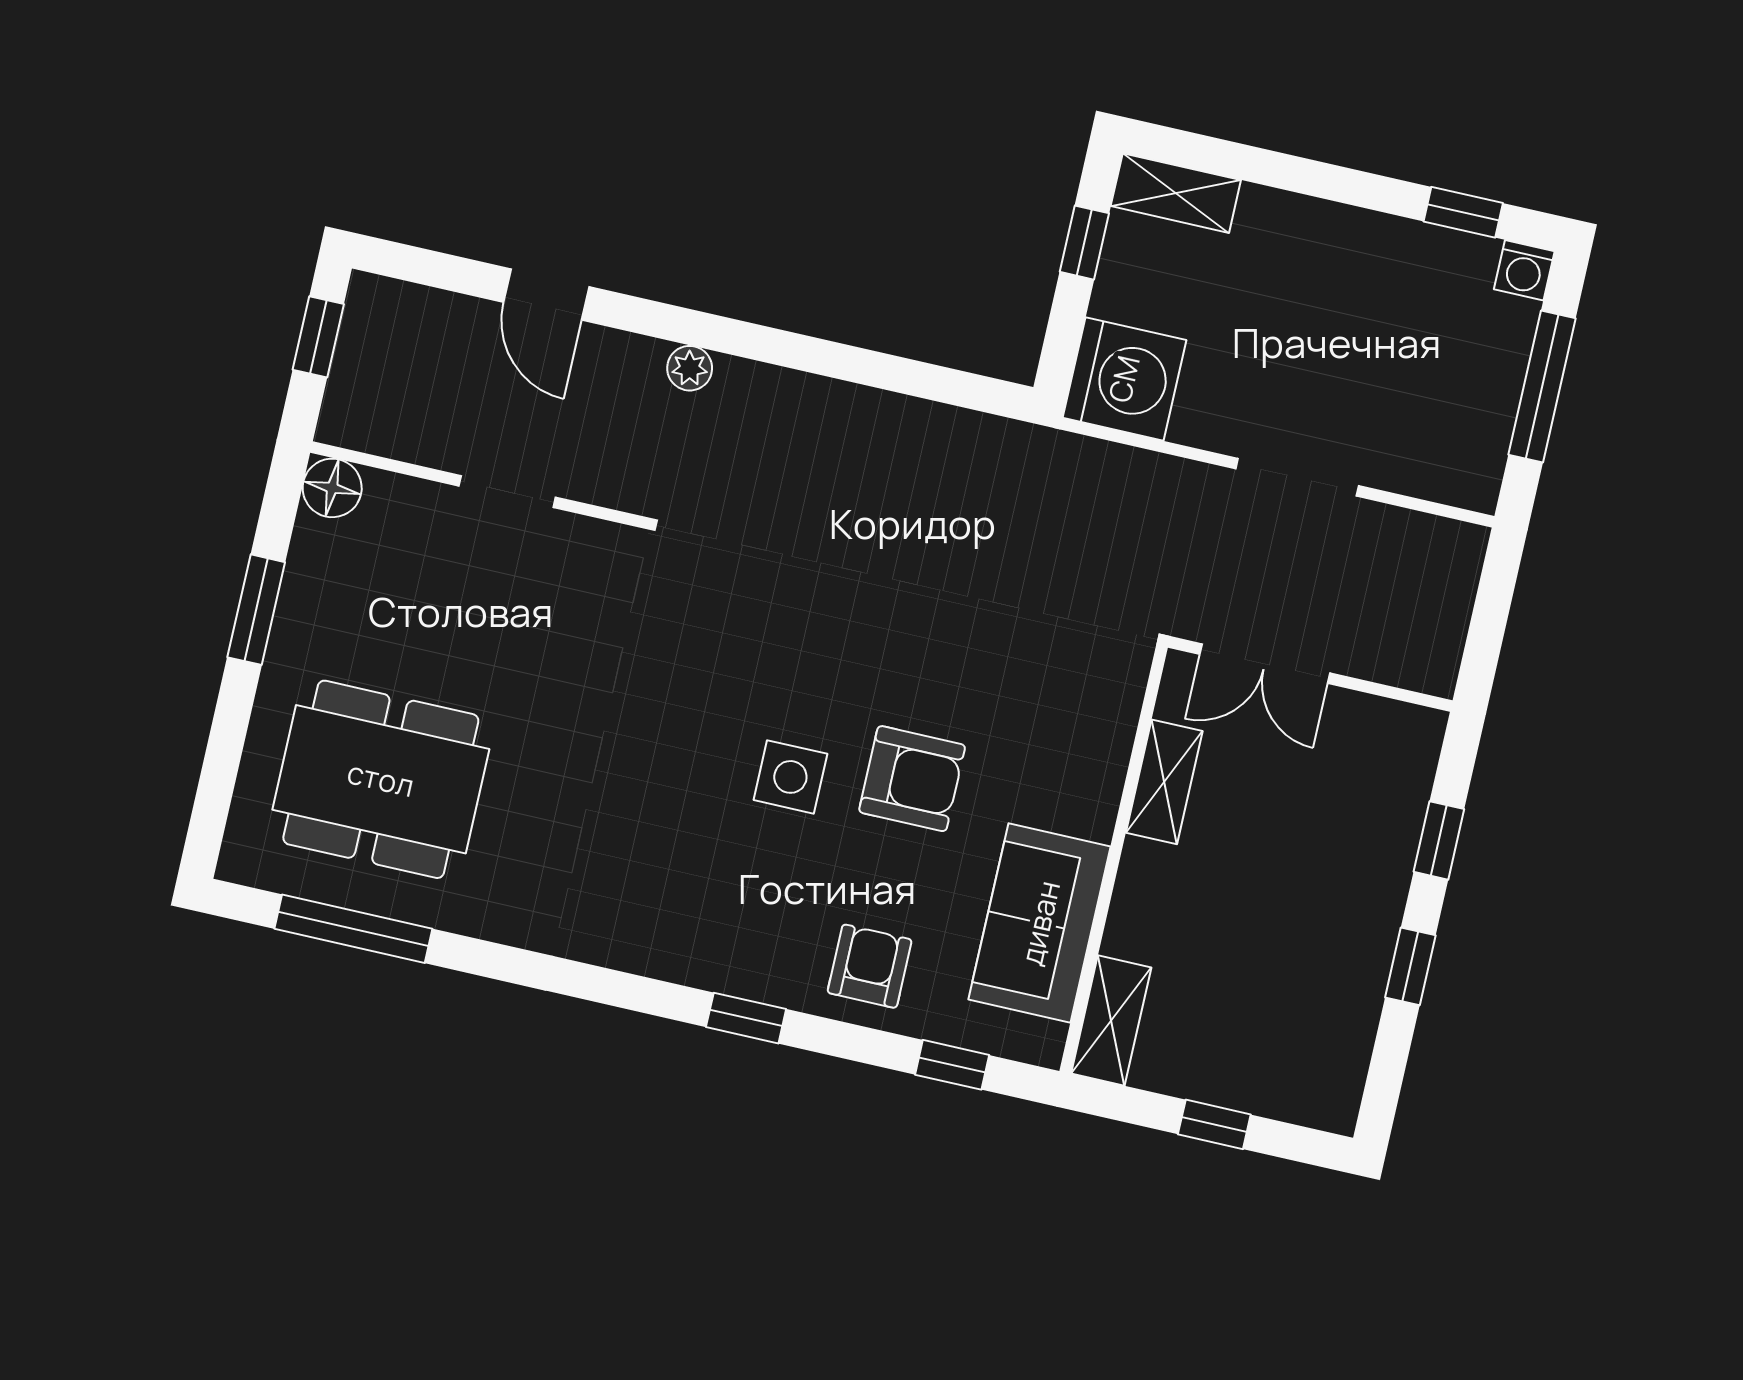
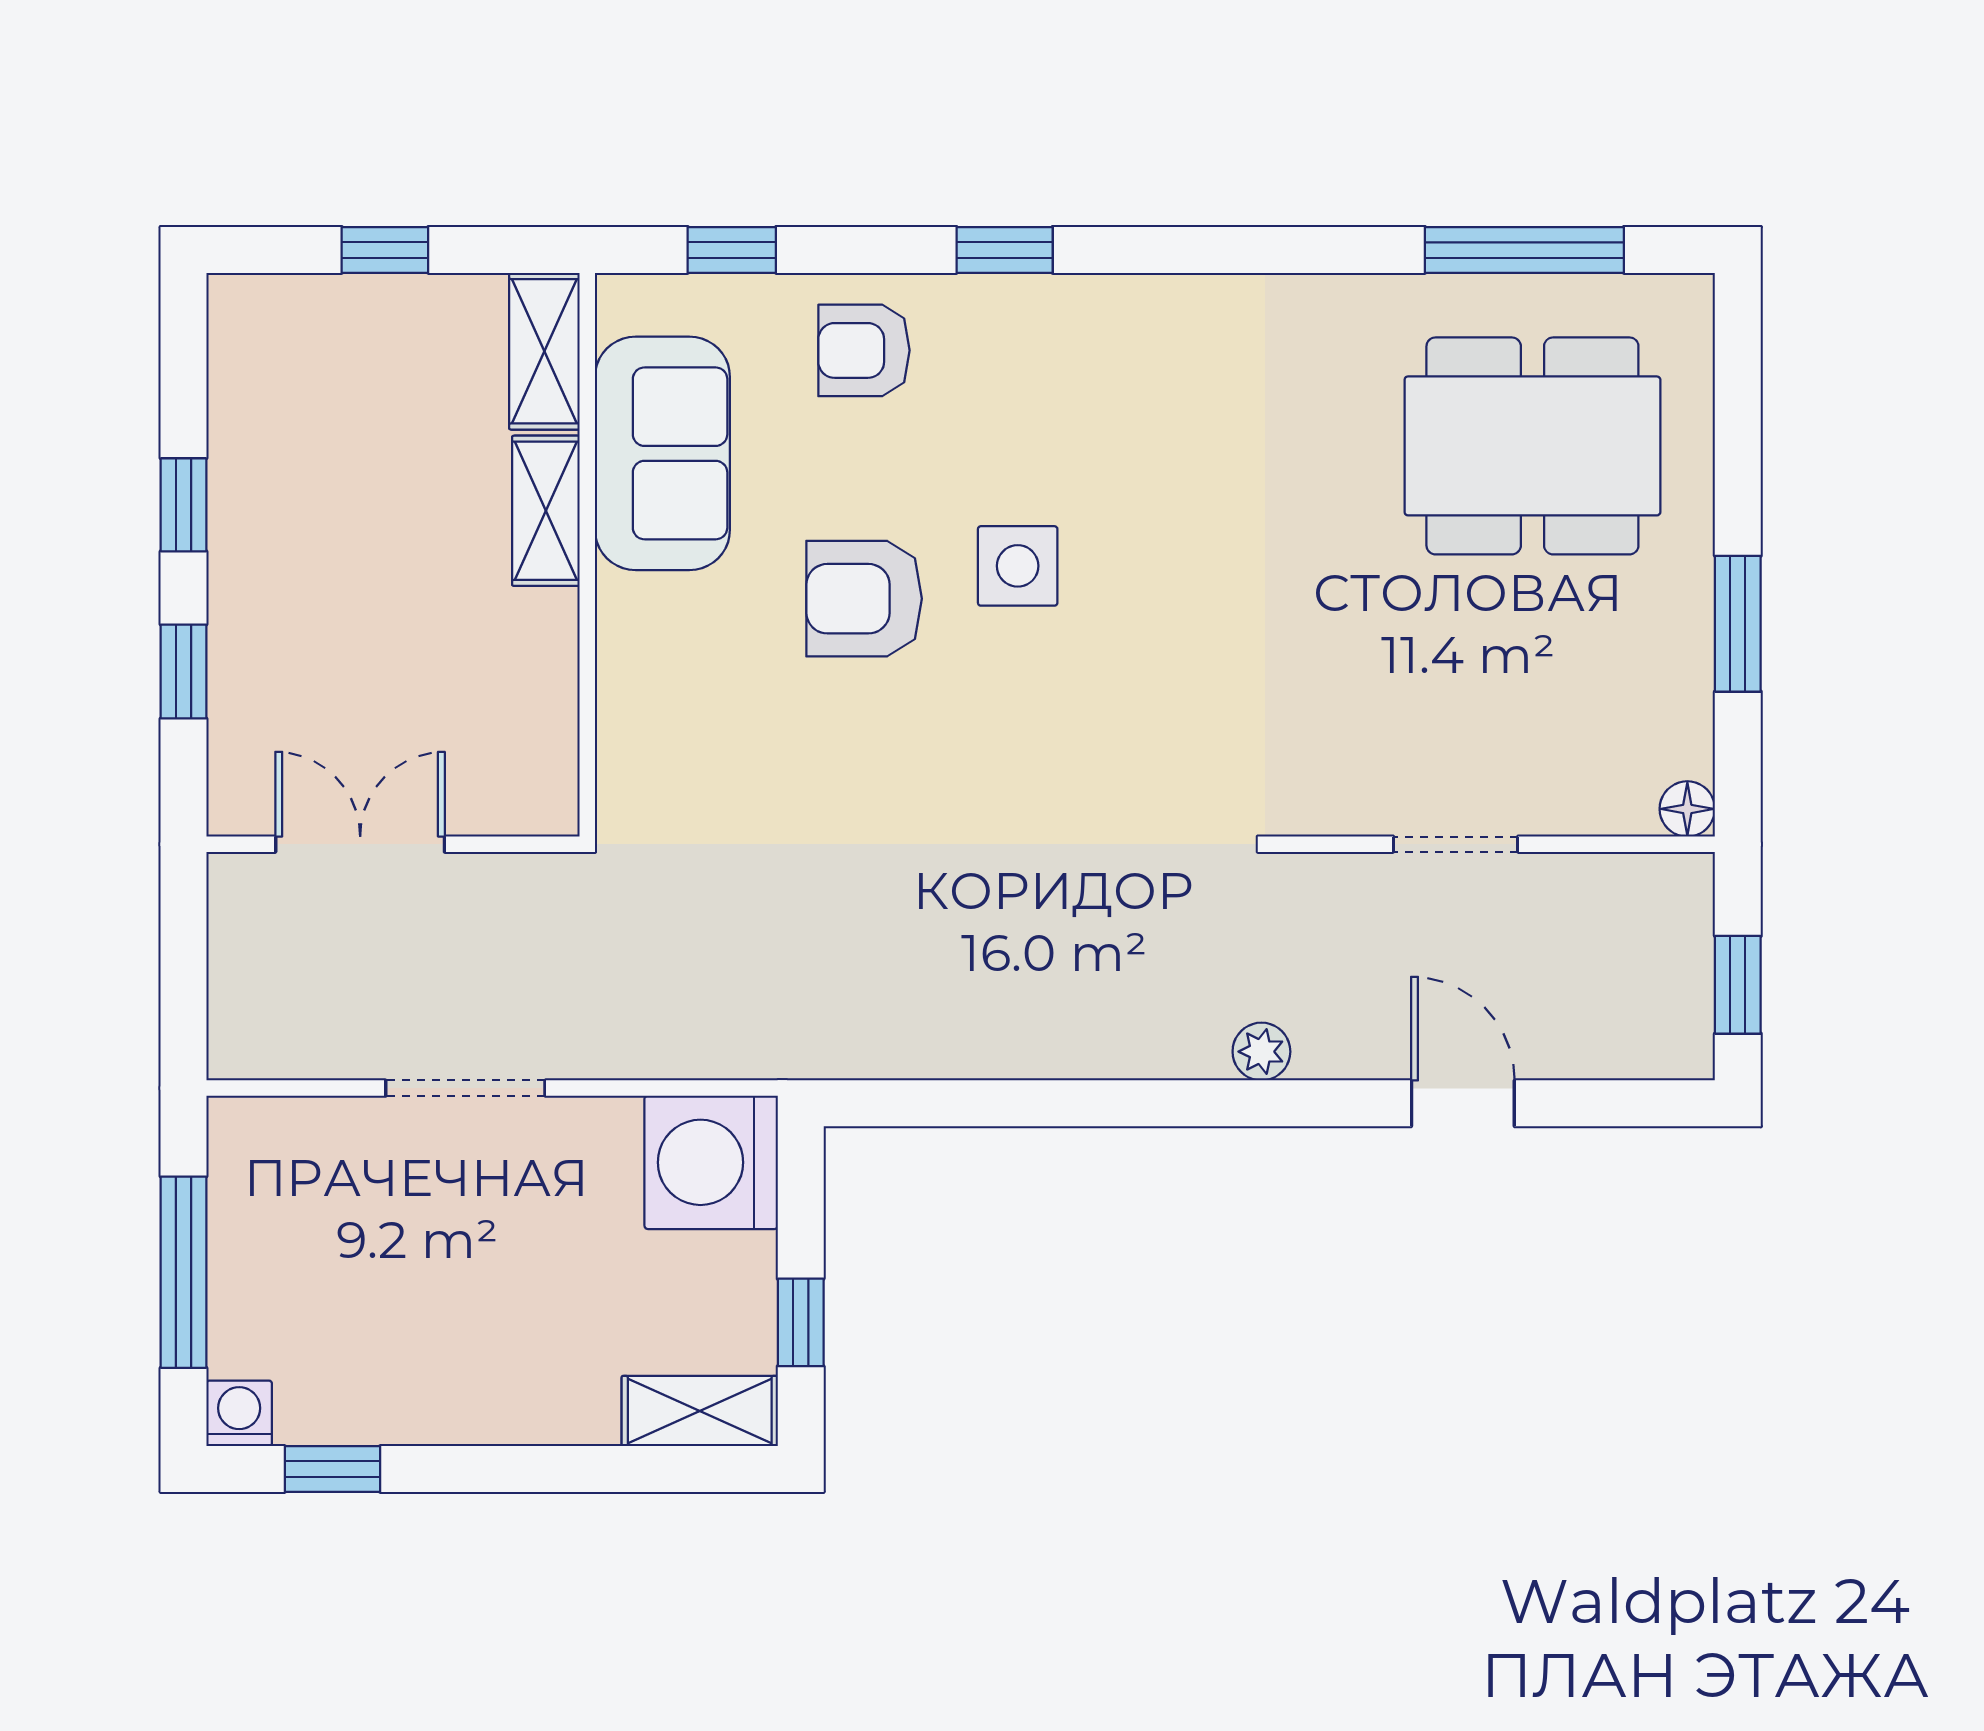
floor lamp: (332, 488) -> (1687, 809), width x0.73, depth x0.73
double door: (1265, 664) -> (360, 844), moved
shelving: (1164, 782) -> (546, 511), moved
armchair: (870, 966) -> (864, 350), turned 90

